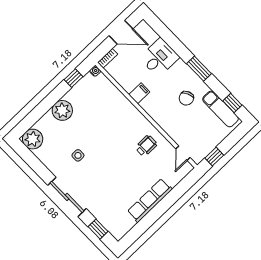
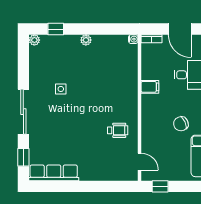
window: (74, 78) -> (56, 29), moved
plant: (62, 110) -> (86, 40), width x0.53, depth x0.53
plant: (33, 139) -> (34, 40), width x0.53, depth x0.53
door: (183, 153) -> (139, 162), swing flipped
row of seats: (150, 200) -> (54, 173), moved

